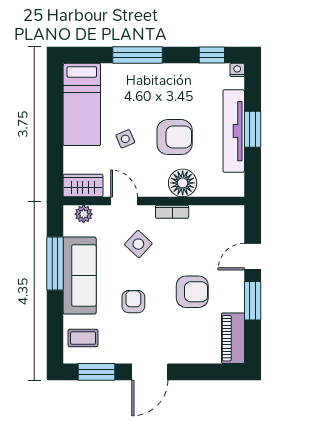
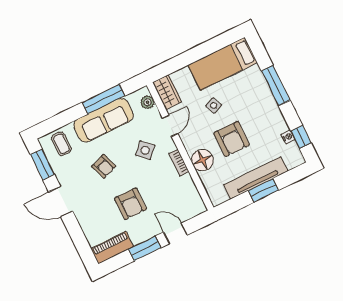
nightstand: (237, 70) -> (288, 137), moved
armchair: (133, 302) -> (104, 166), turned 70

